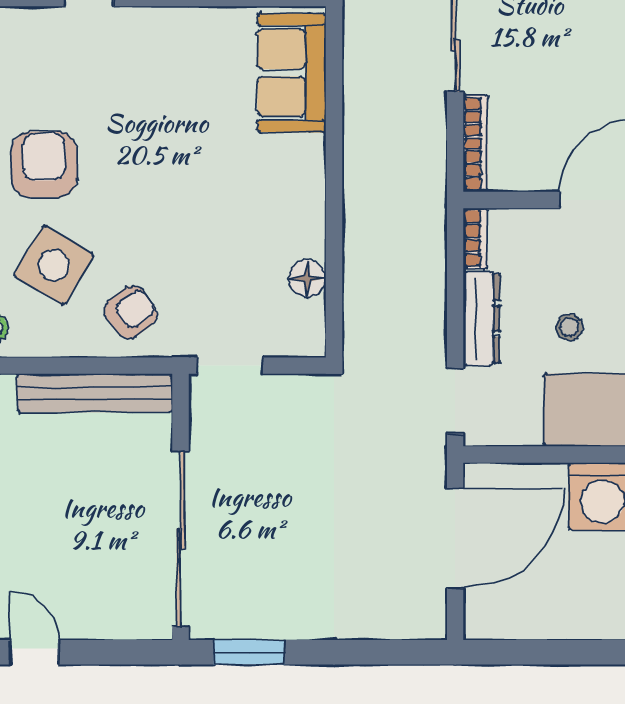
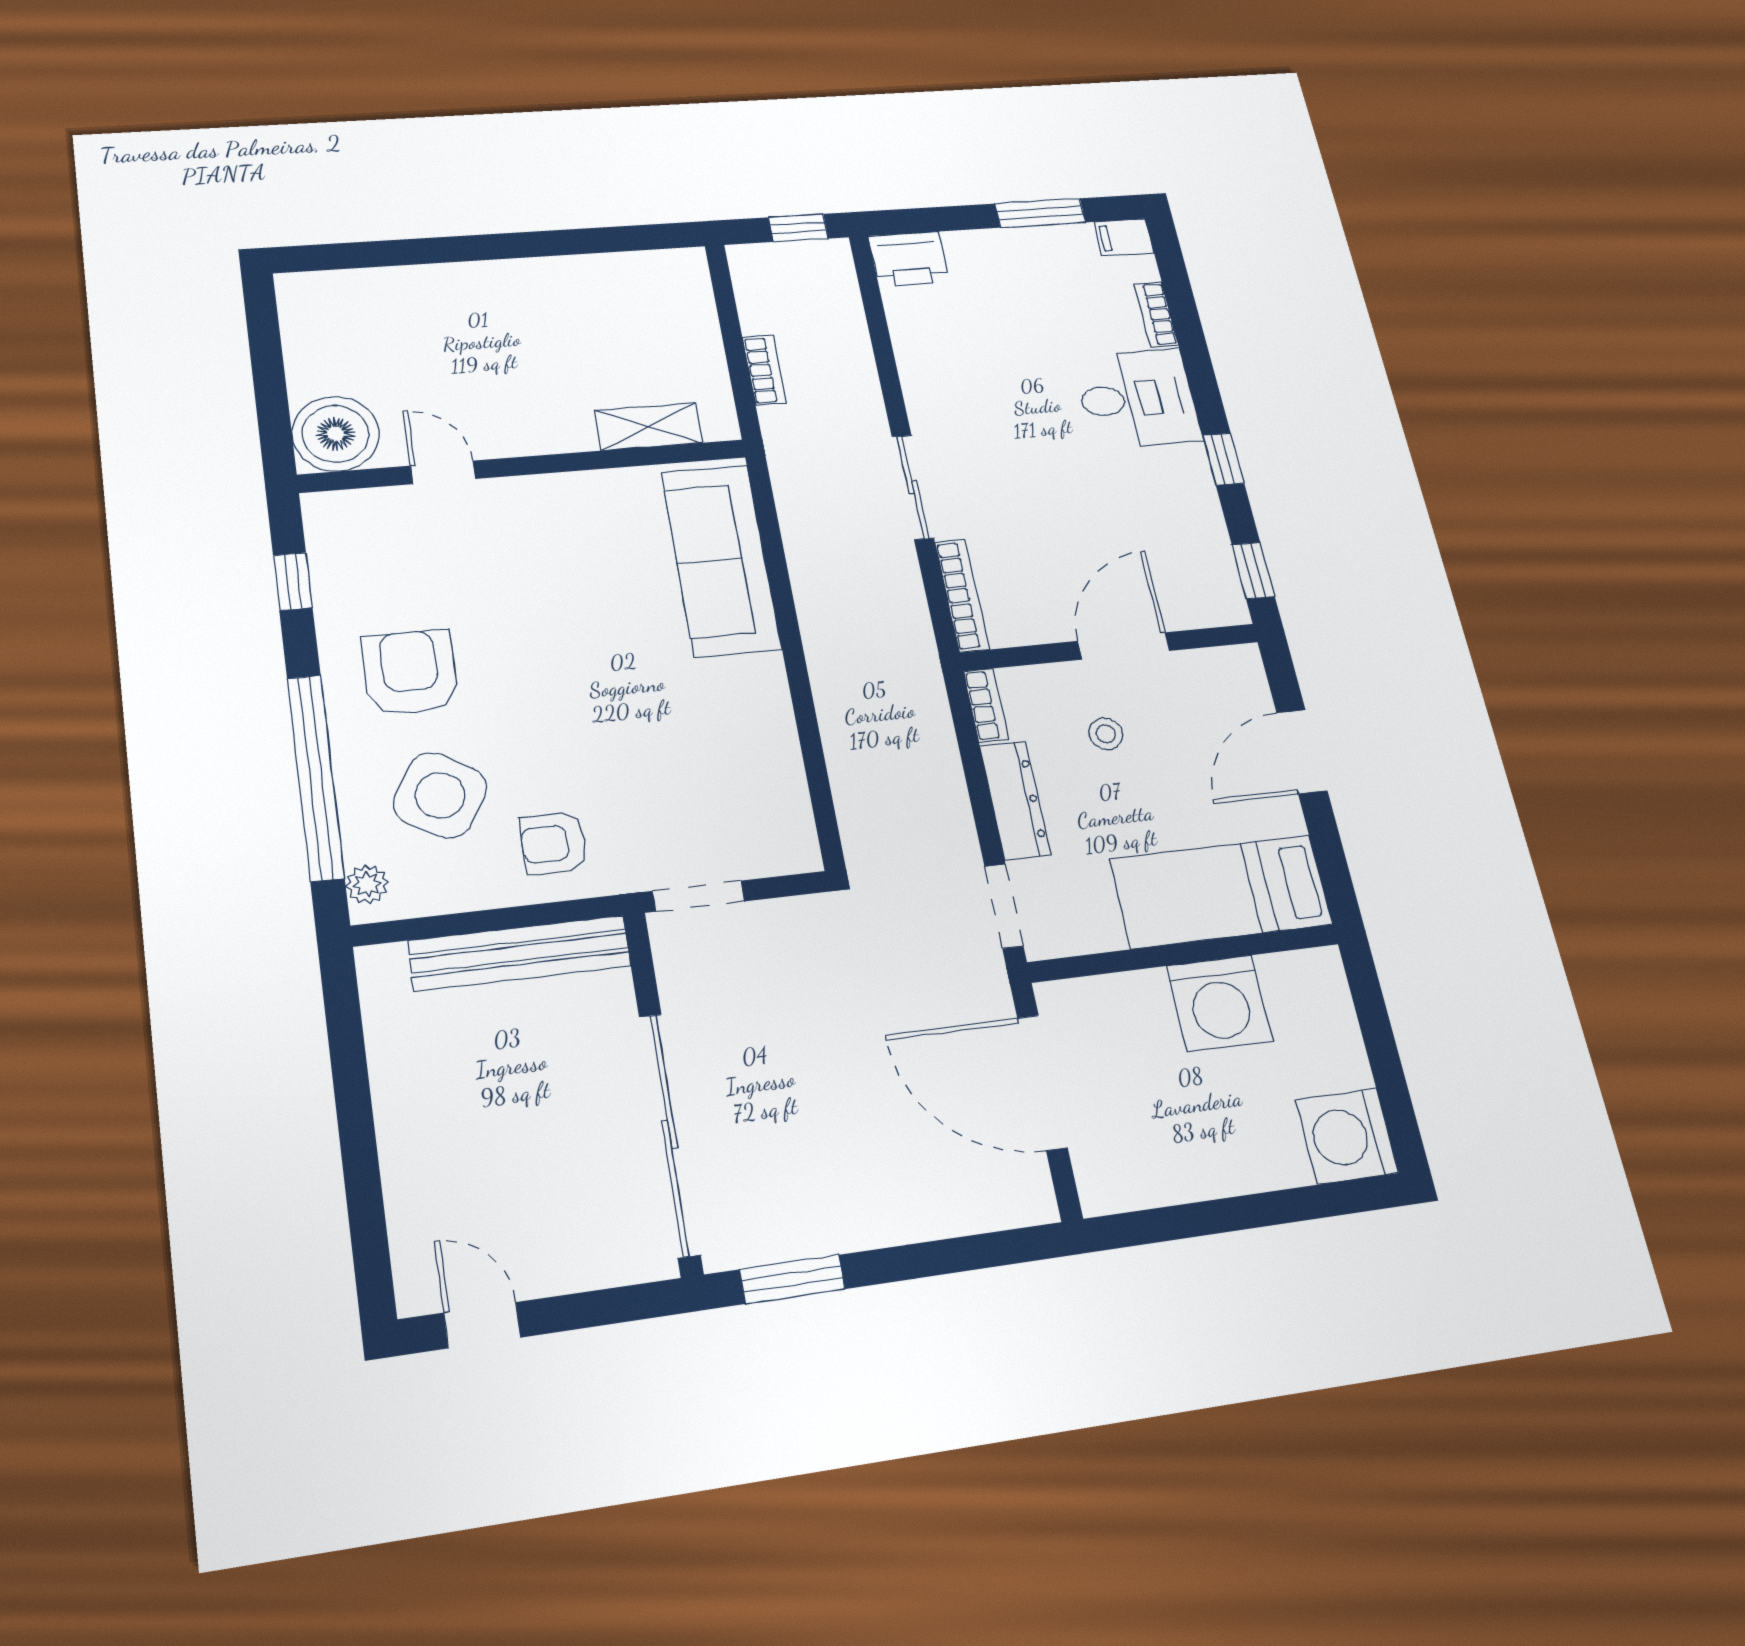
sofa: (292, 73) -> (721, 560), width x1.36
floor lamp: (307, 278) -> (782, 776), removed
armchair: (131, 312) -> (554, 843), turned -144
stool: (570, 327) -> (1106, 734), moved
door: (455, 538) -> (1042, 1082), swing flipped

